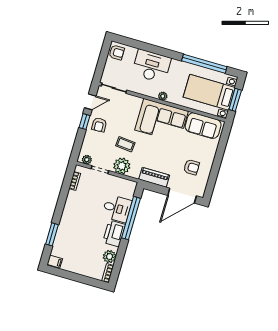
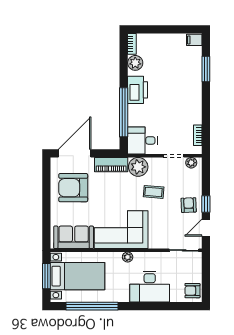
plant: (122, 166) -> (138, 167), moved
armchair: (191, 167) -> (73, 188), width x1.88, depth x1.88
desk: (117, 208) -> (142, 140), moved

